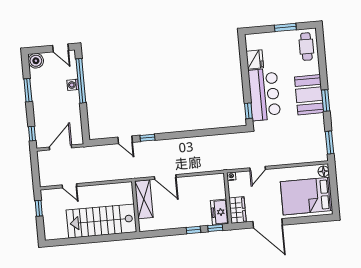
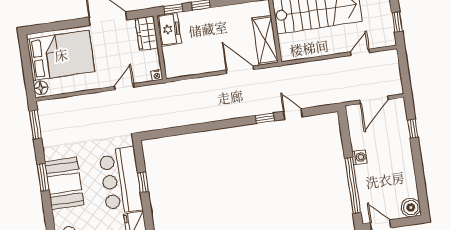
washing machine: (73, 85) -> (359, 157), moved
window: (28, 90) -> (419, 170), removed
window: (248, 111) -> (143, 182), moved
window: (32, 134) -> (413, 129), moved
door: (69, 186) -> (360, 52), hinge flipped

